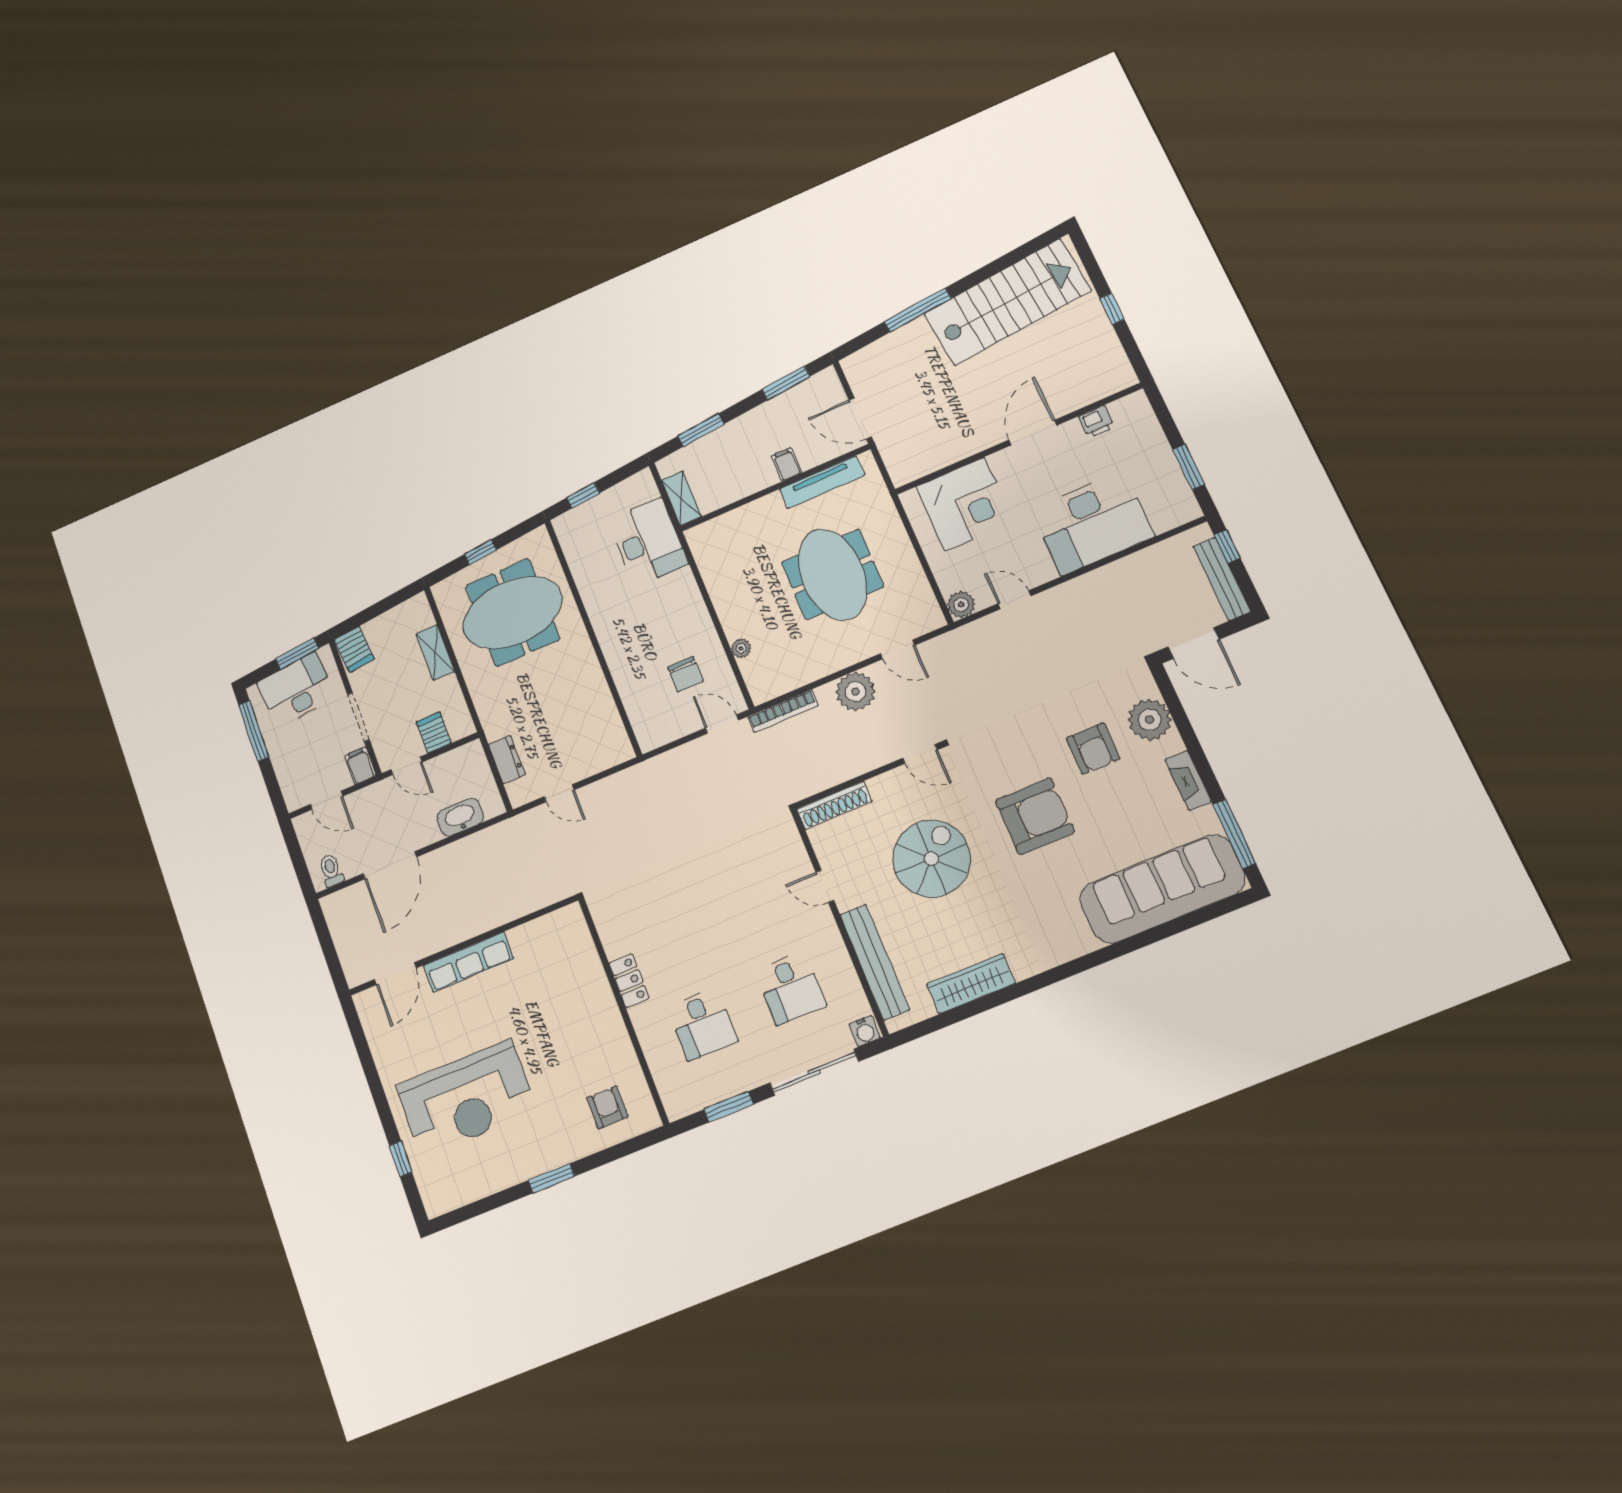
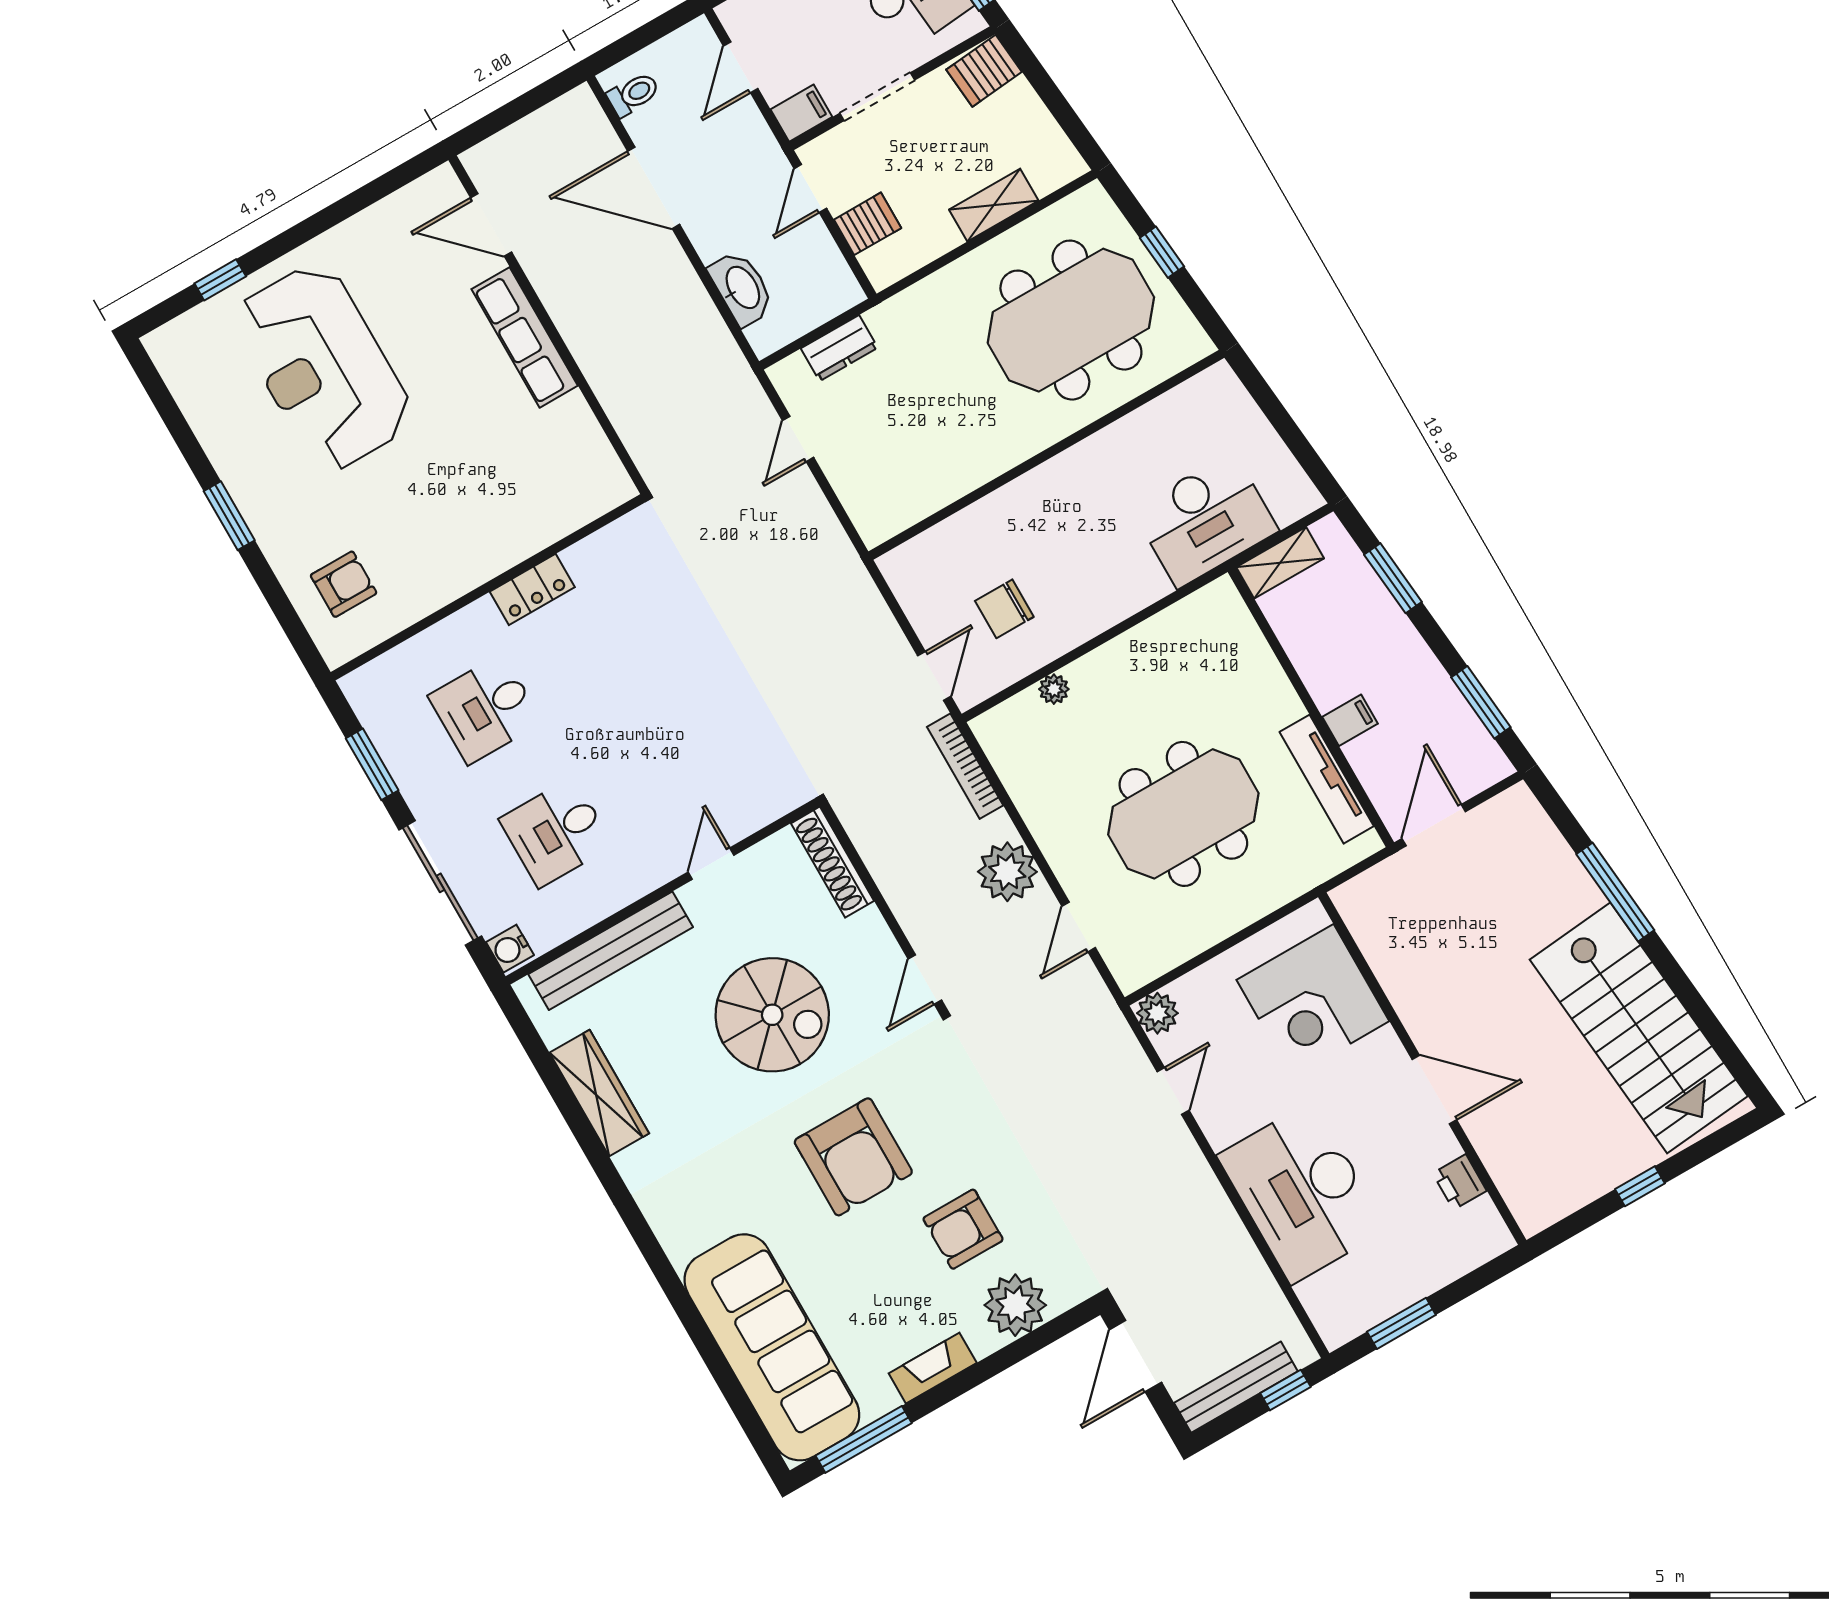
window: (583, 495) -> (1270, 405), removed
meeting table: (512, 612) -> (1071, 320), turned 90

